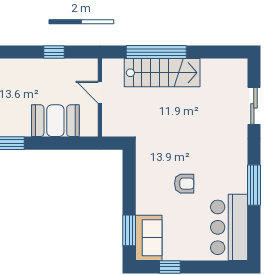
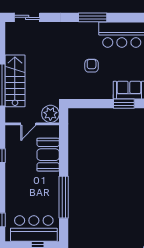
sliding door: (254, 106) -> (27, 17), moved
plant: (114, 124) -> (50, 114), added

